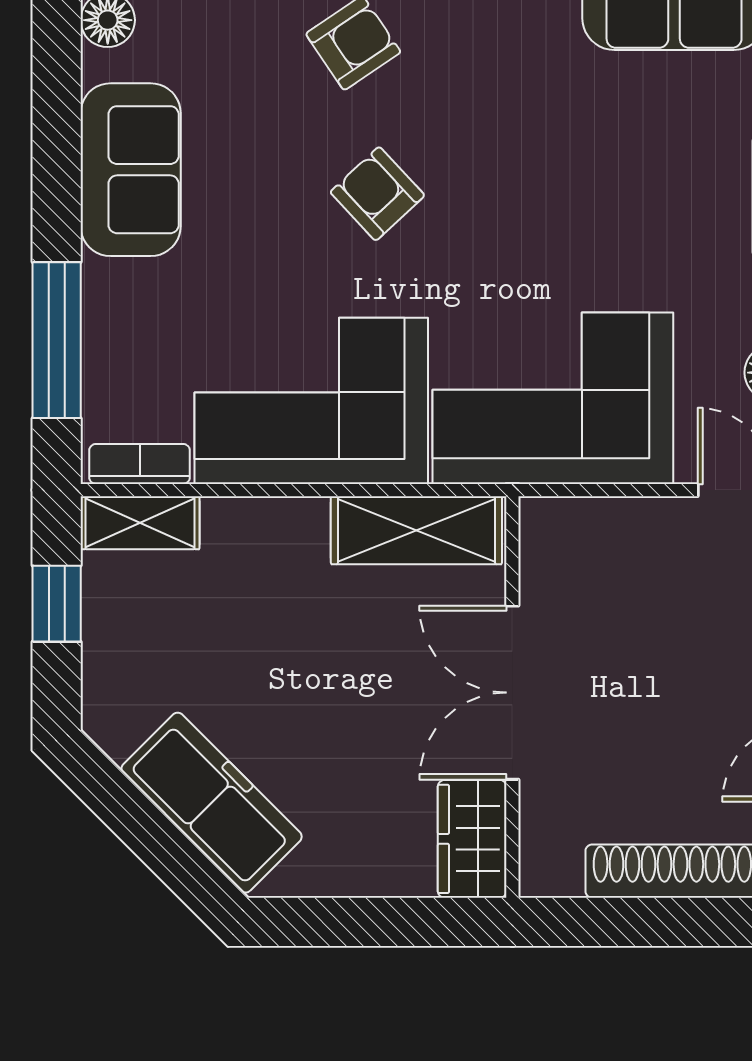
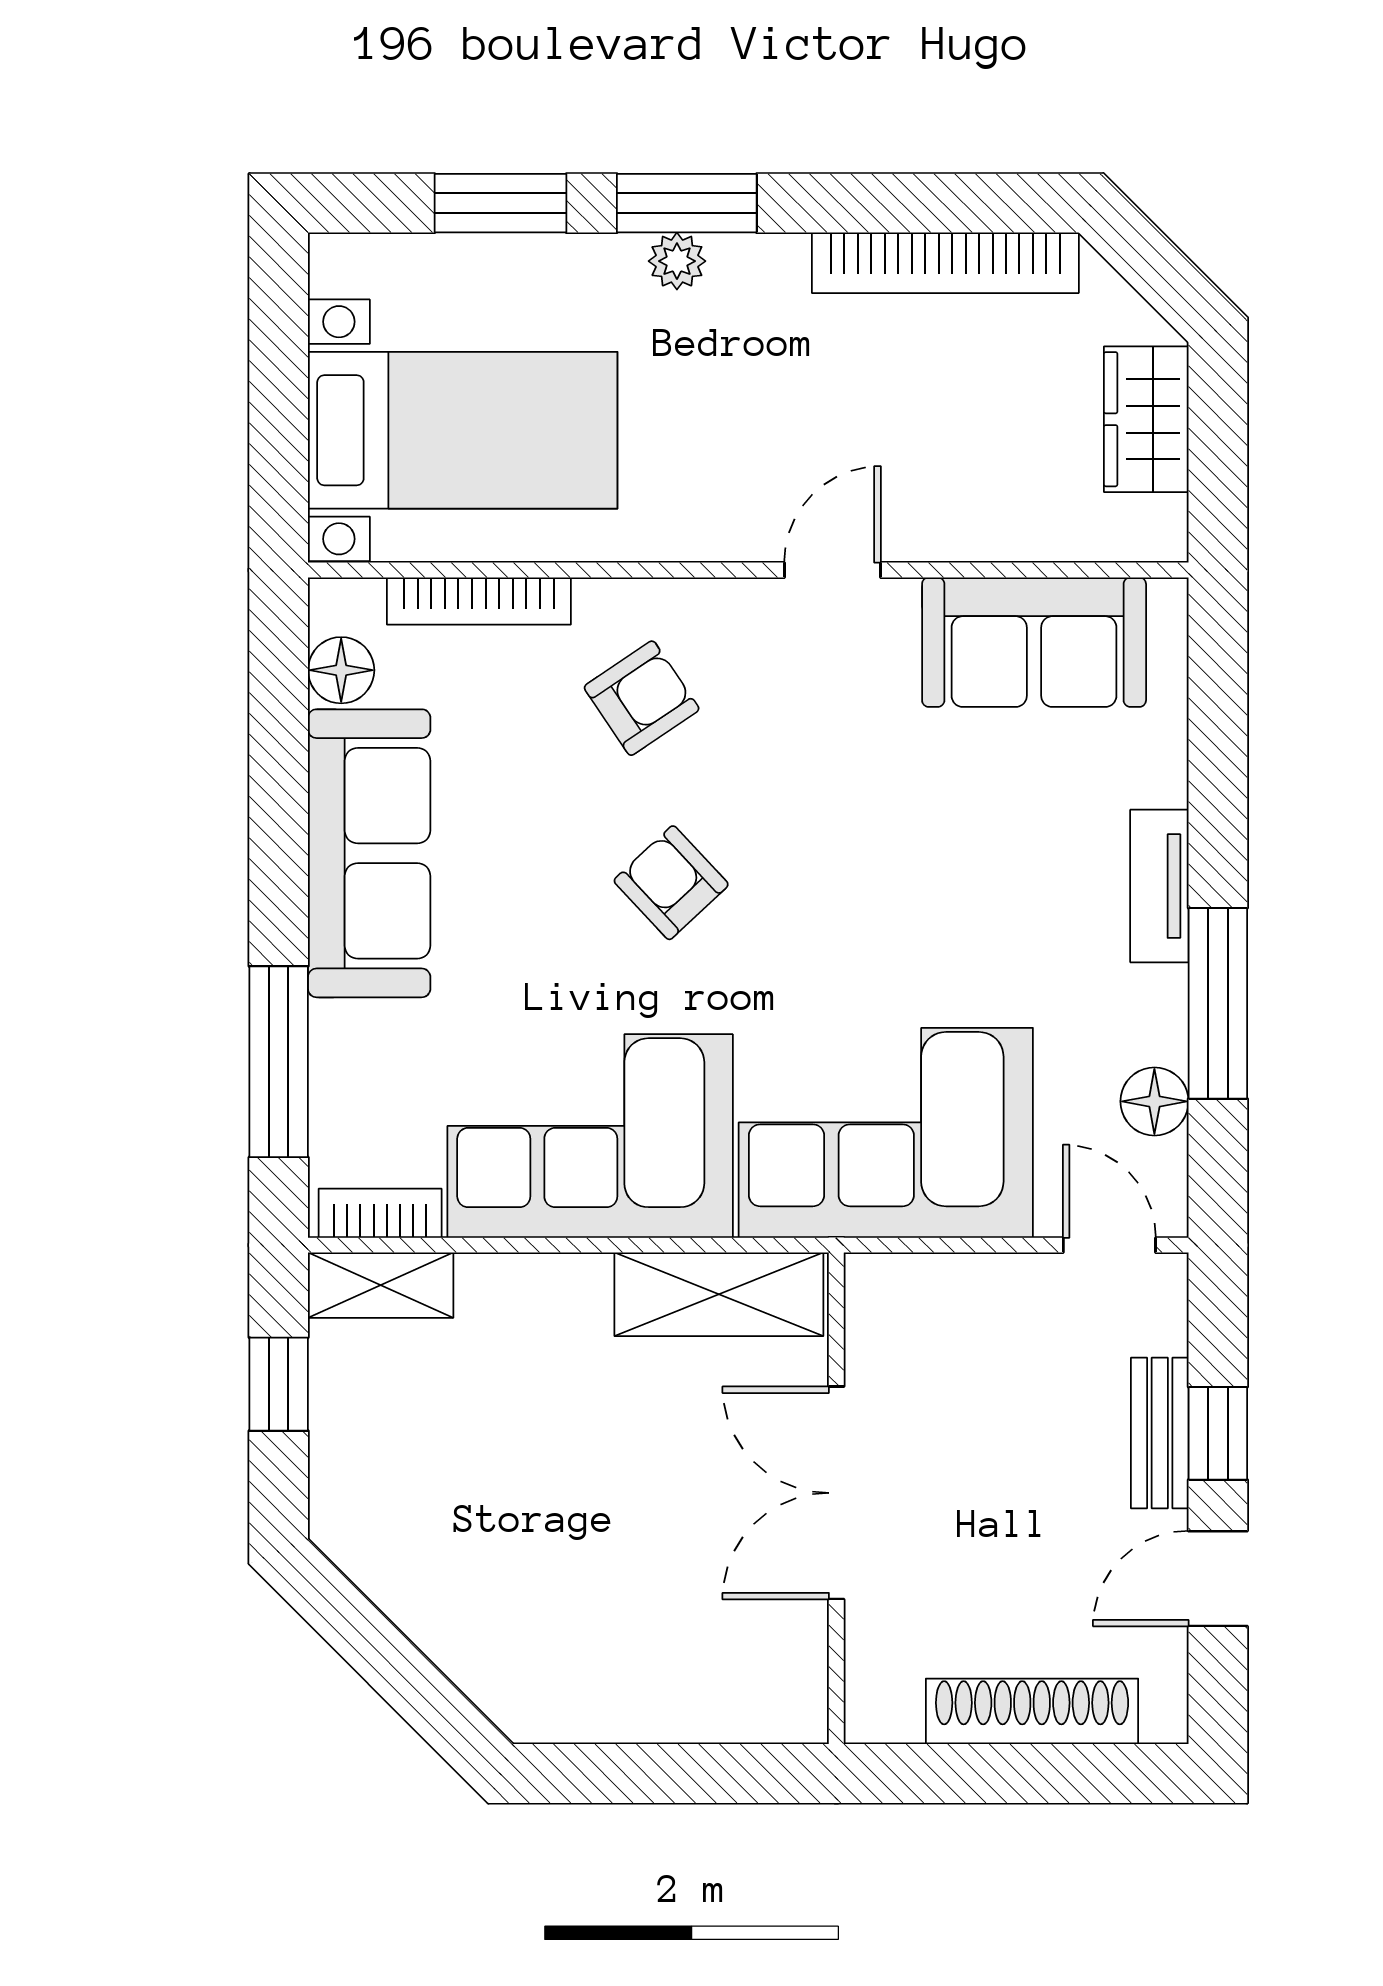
sofa: (131, 170) -> (369, 853), width x1.36
freezer: (212, 803) -> (468, 1628), removed
wardrobe: (472, 839) -> (787, 1672), removed

